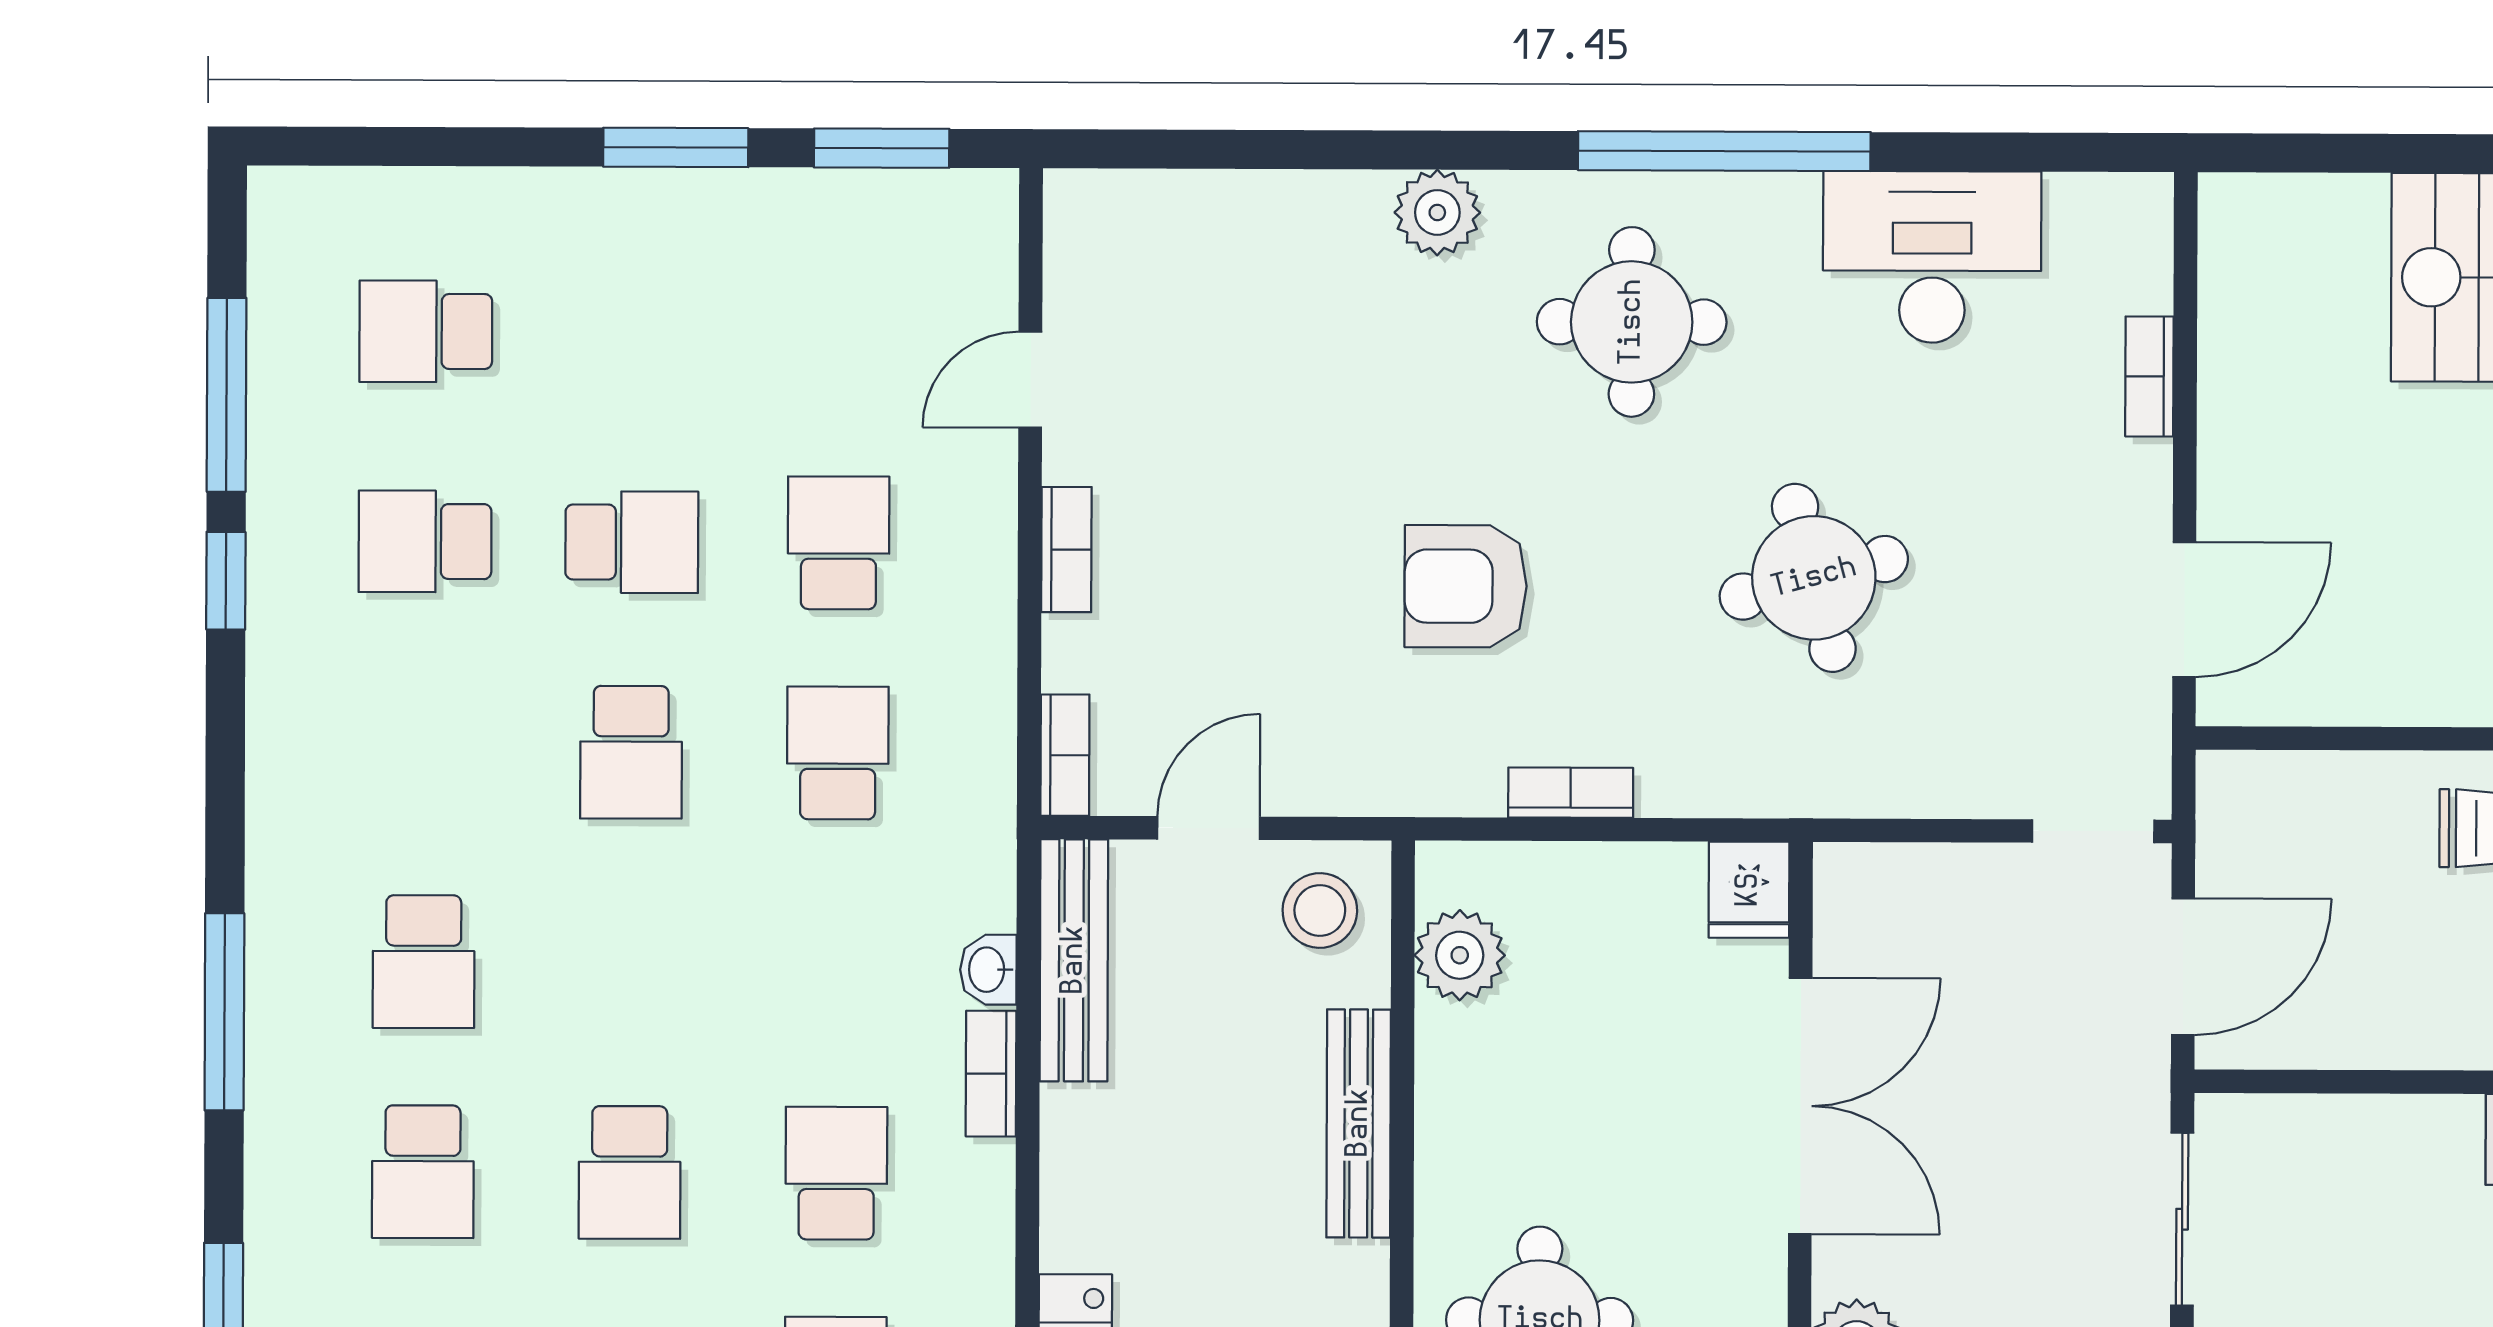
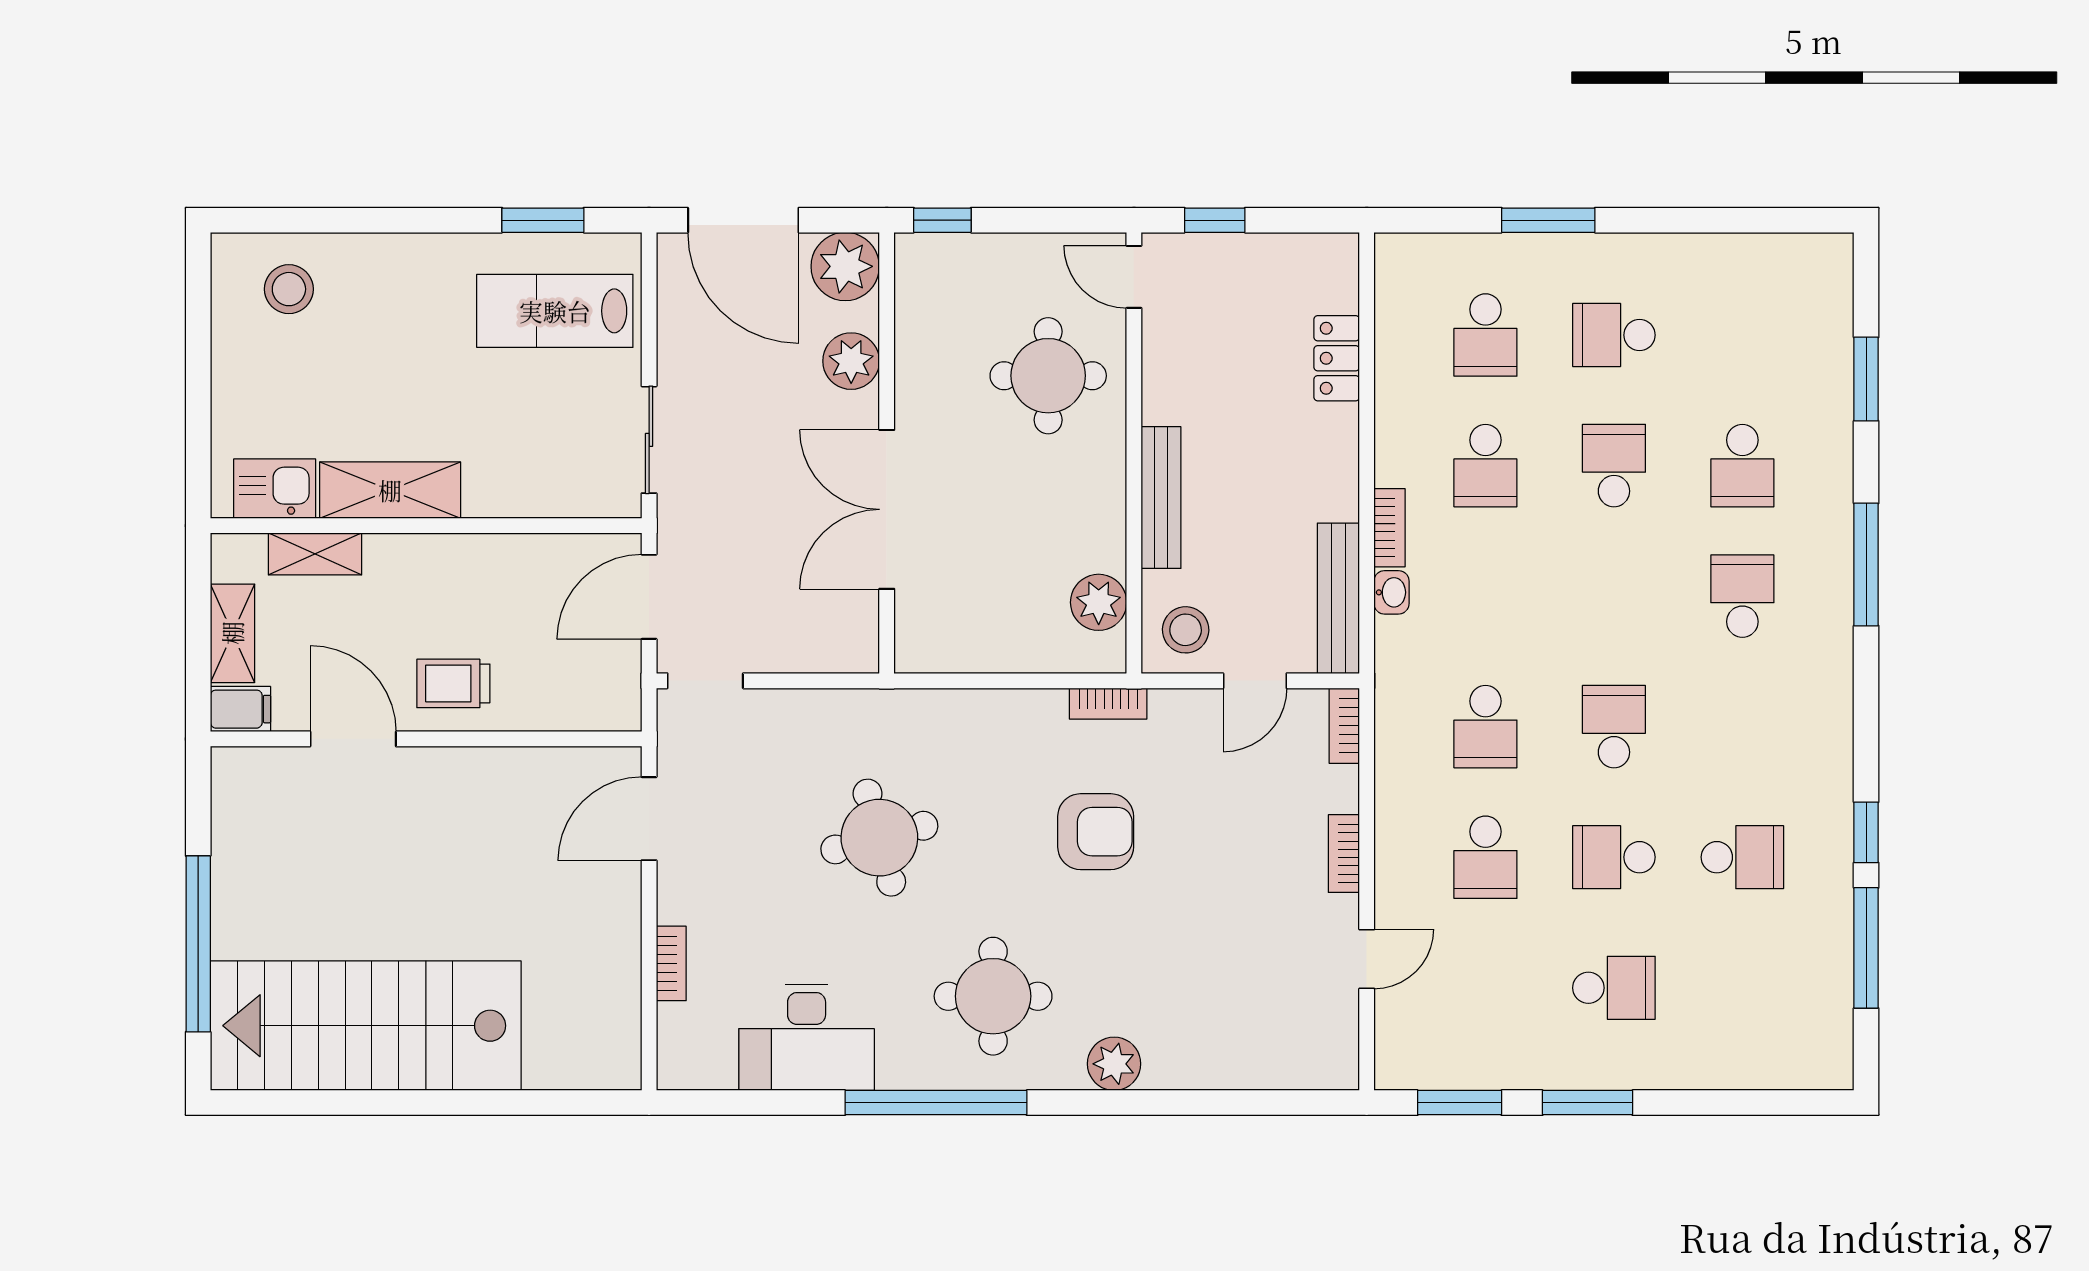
school desk: (426, 331) -> (1614, 988), moved
bookcase: (1571, 793) -> (1108, 704), moved
fridge: (1749, 890) -> (919, 644), removed
school desk: (423, 1172) -> (1742, 466), turned 180

